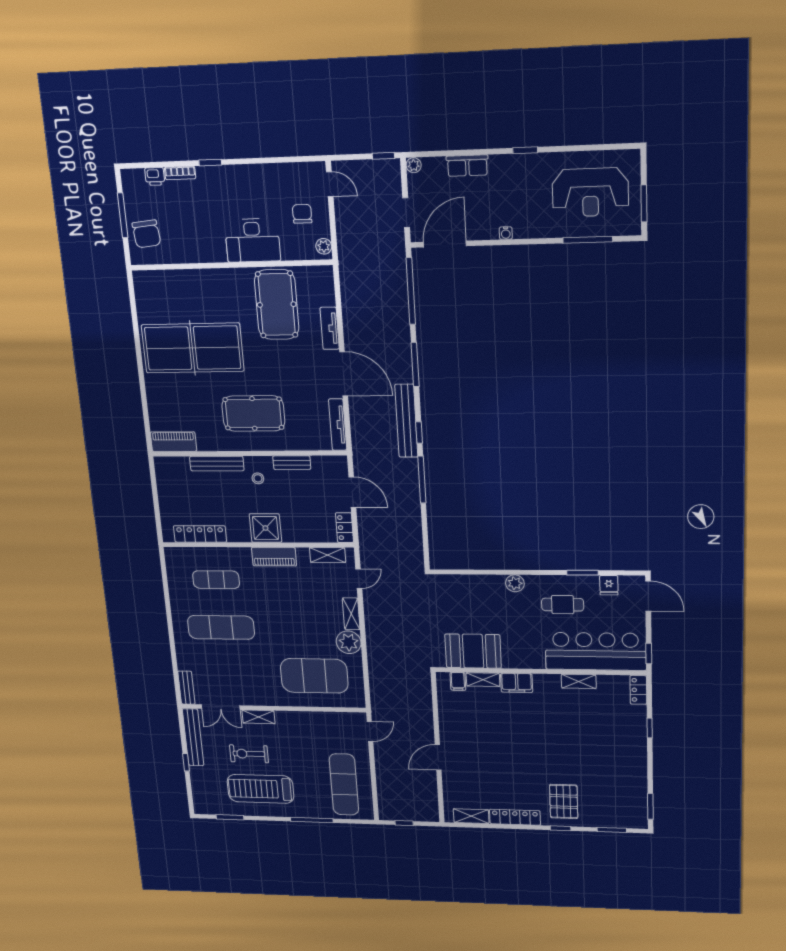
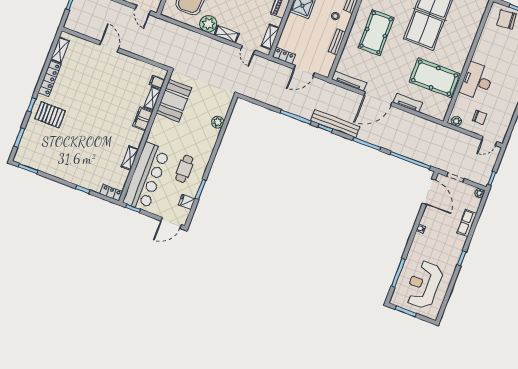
plant: (515, 583) -> (218, 122), moved

